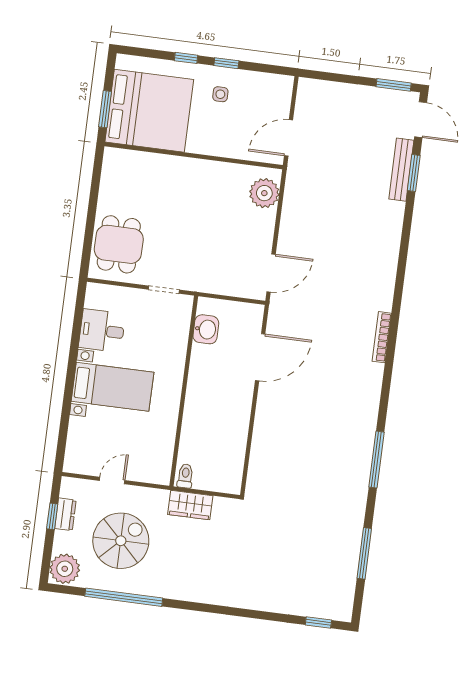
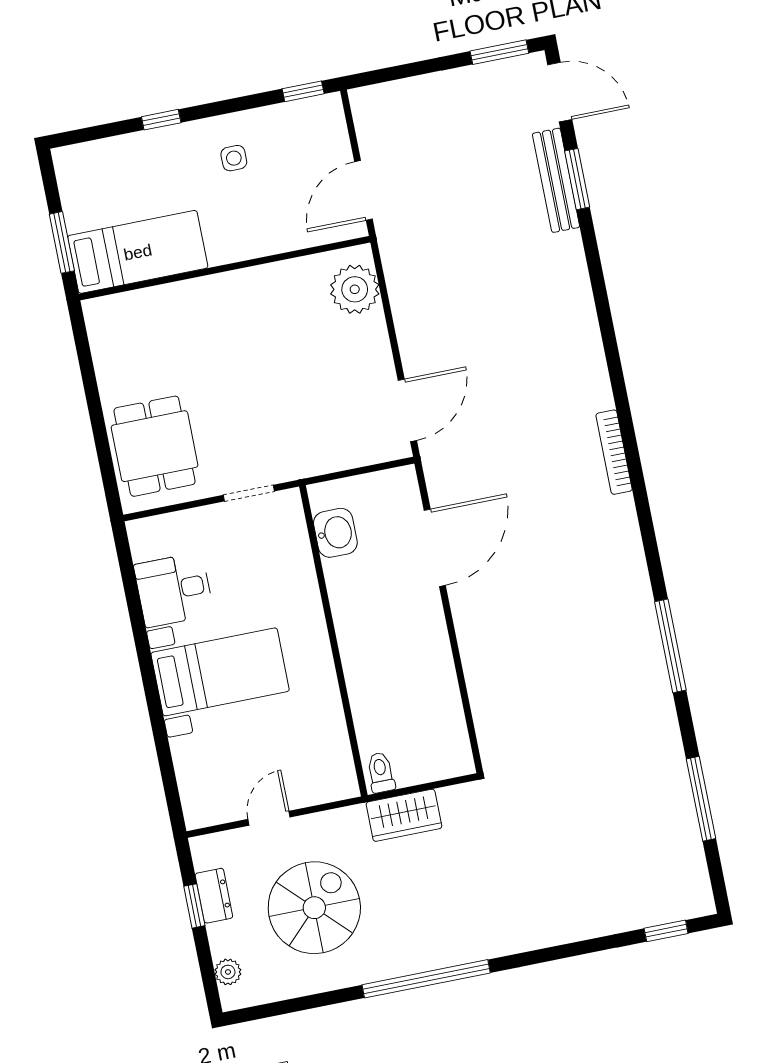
window: (226, 63) -> (303, 91), moved
bed: (149, 111) -> (138, 252), width x0.49
plant: (65, 569) -> (228, 972), width x0.53, depth x0.53
window: (124, 597) -> (426, 979), moved

